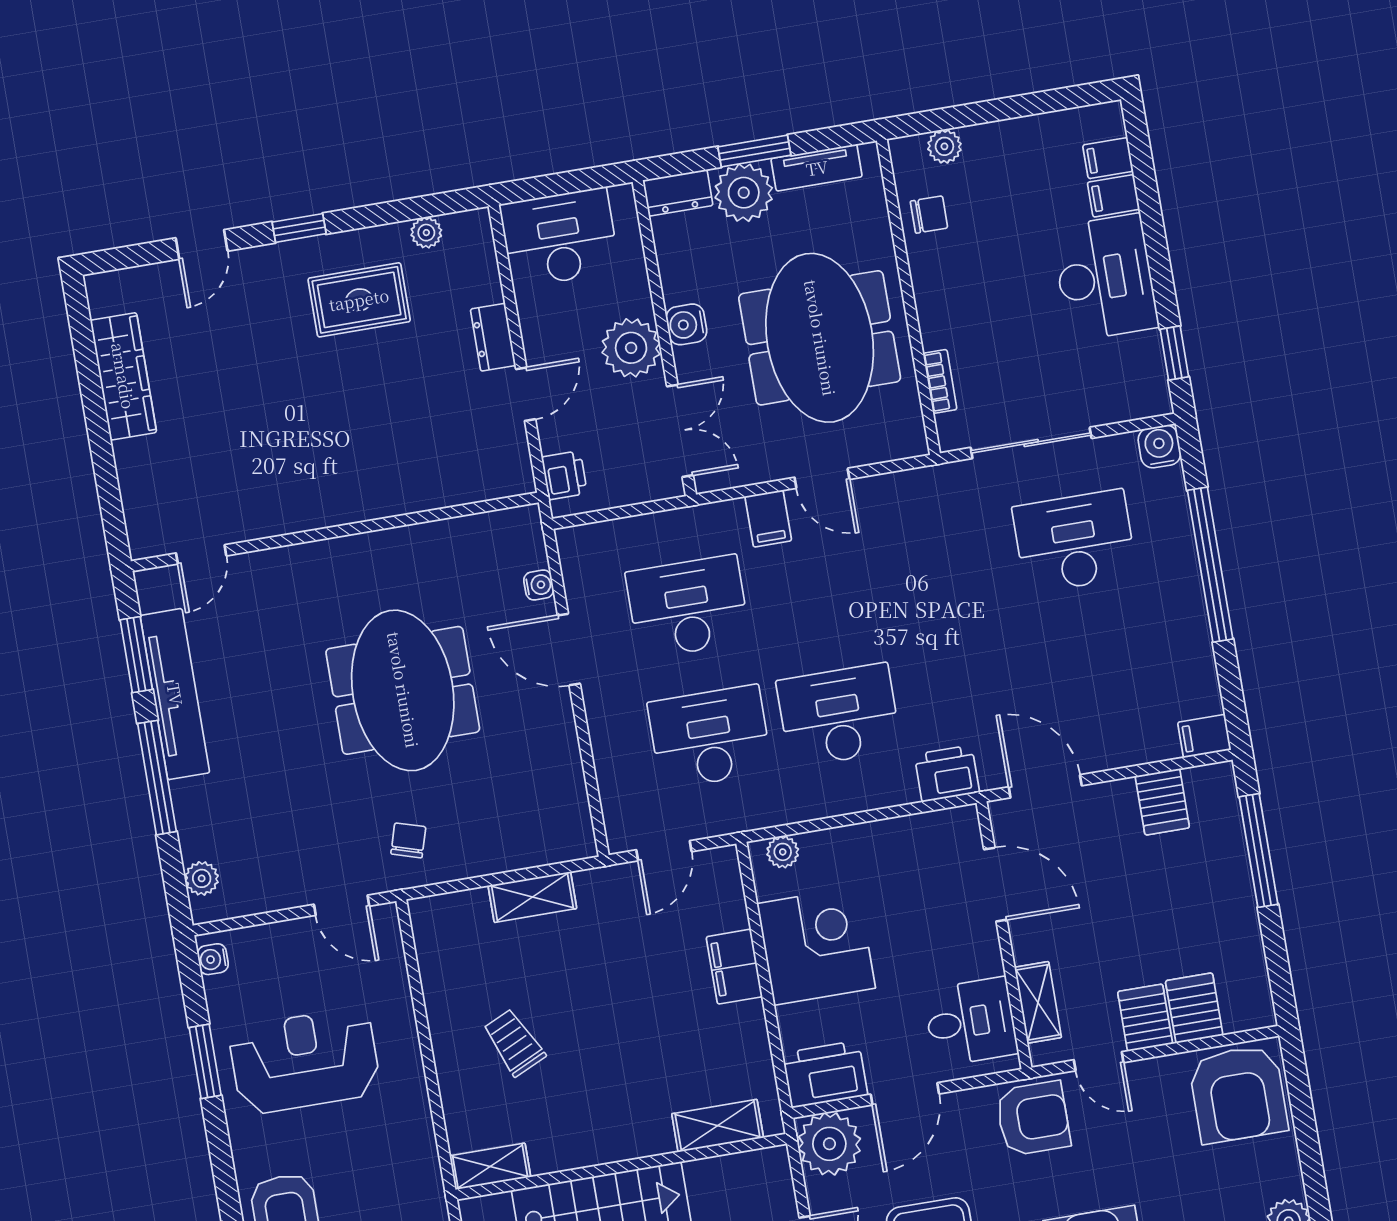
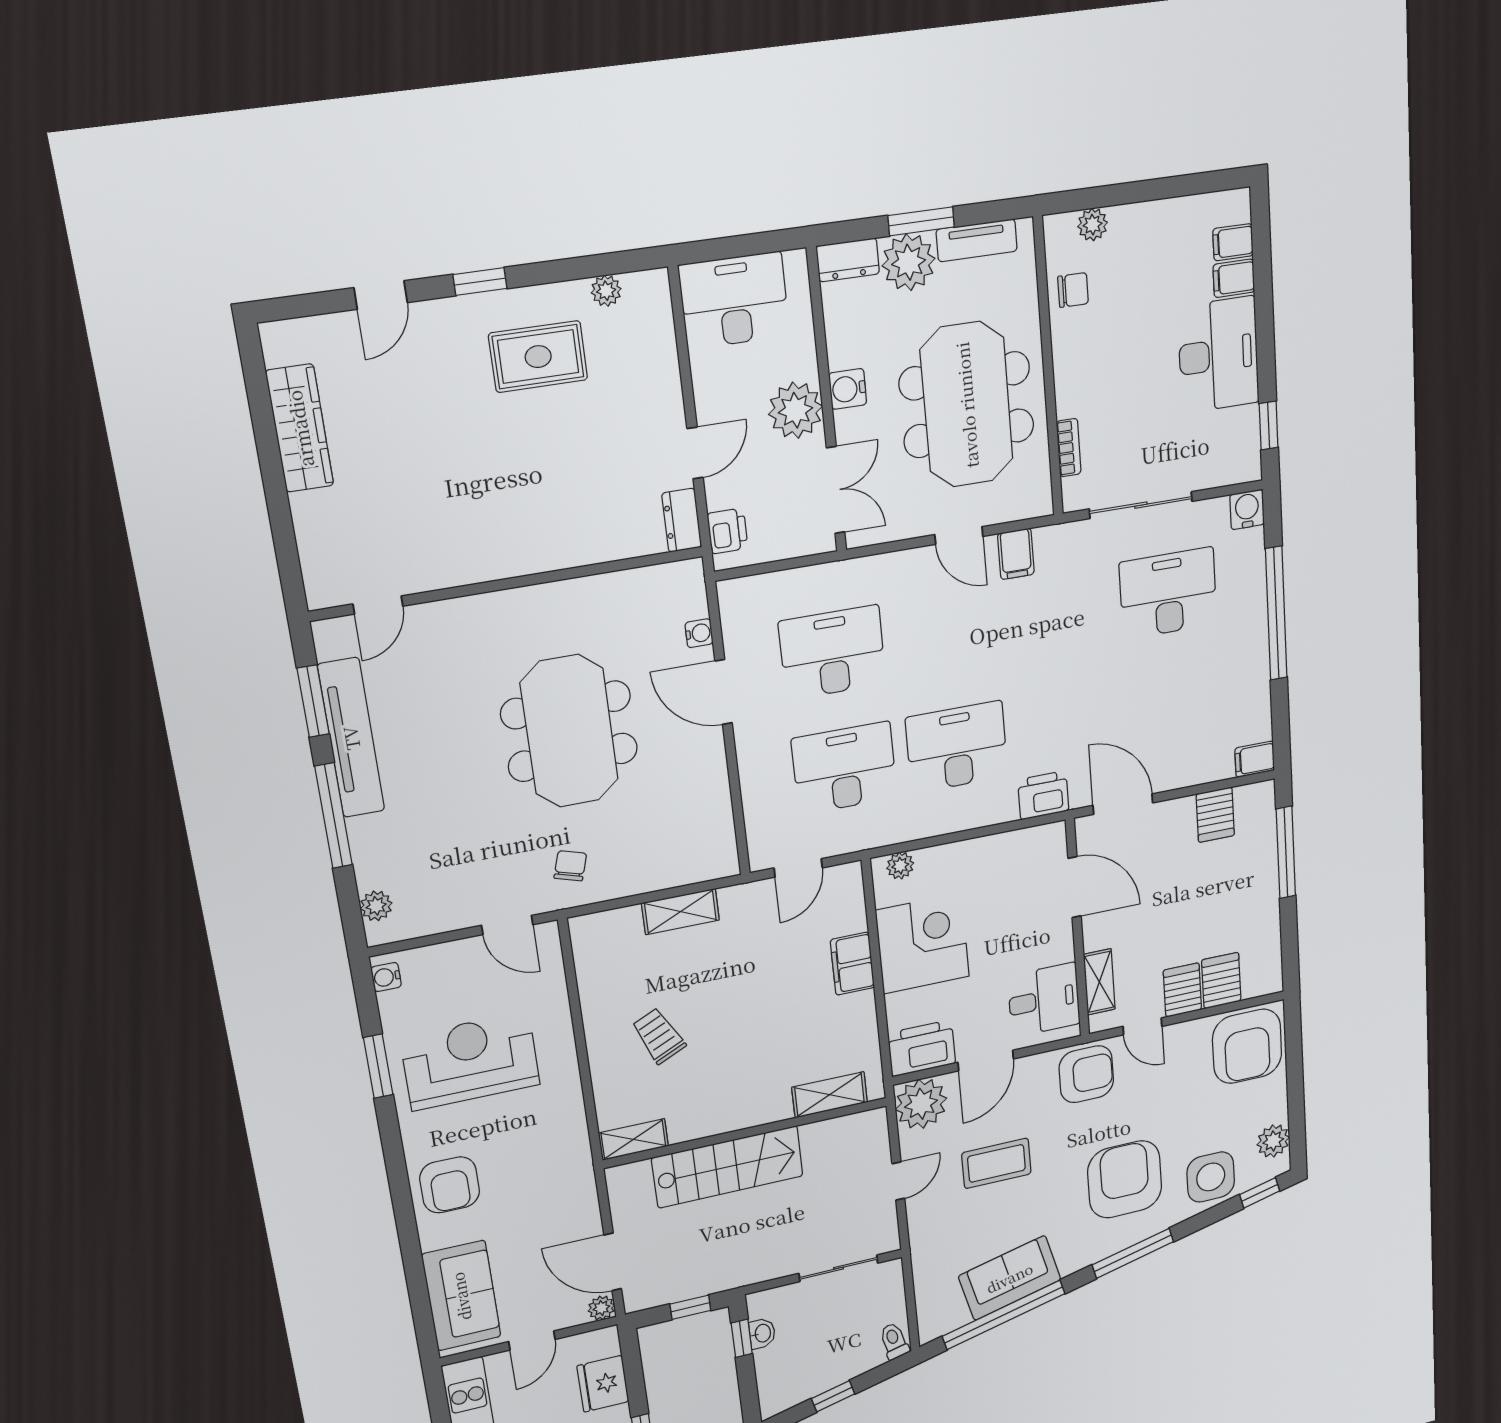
dresser: (493, 337) -> (682, 520), moved
filing cabinet: (768, 519) -> (1016, 554), moved

